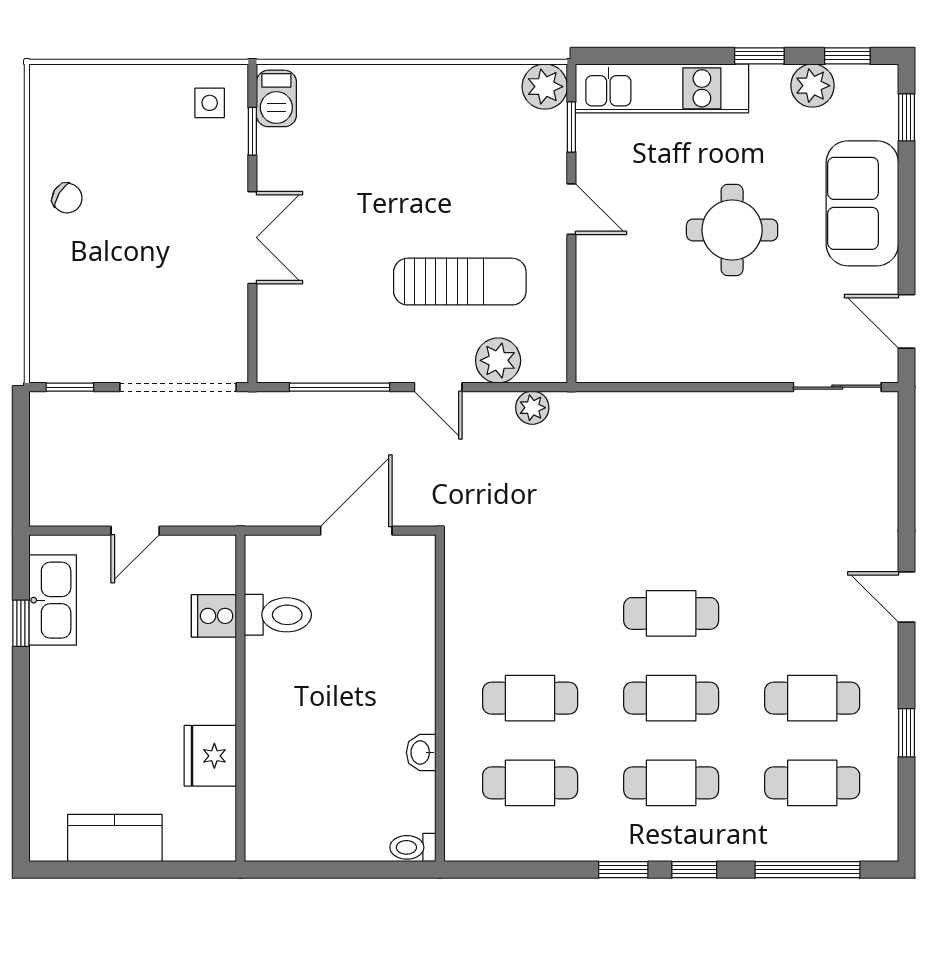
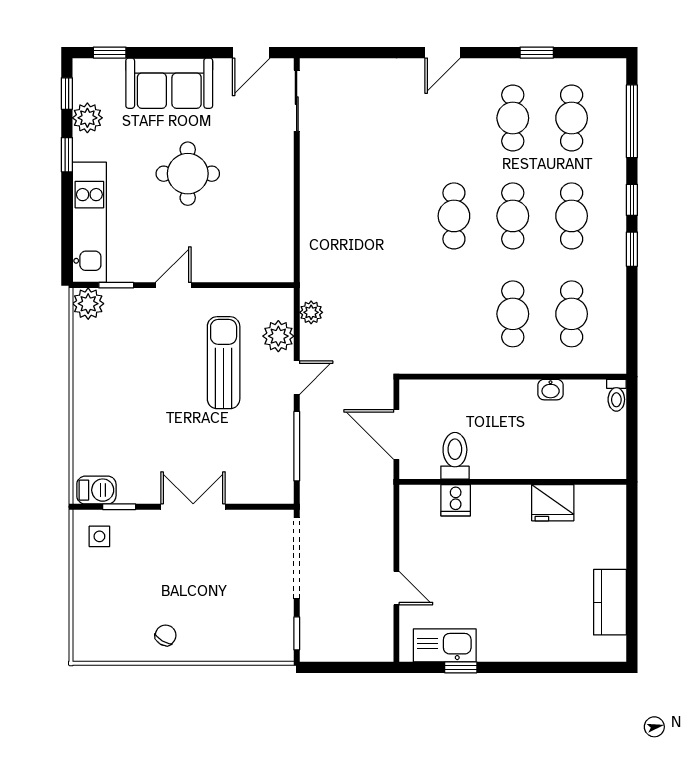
toilet: (278, 615) -> (455, 456), moved
cooker: (214, 616) -> (456, 500), moved
wall: (240, 698) -> (513, 482), moved
fridge: (210, 756) -> (553, 503), moved

